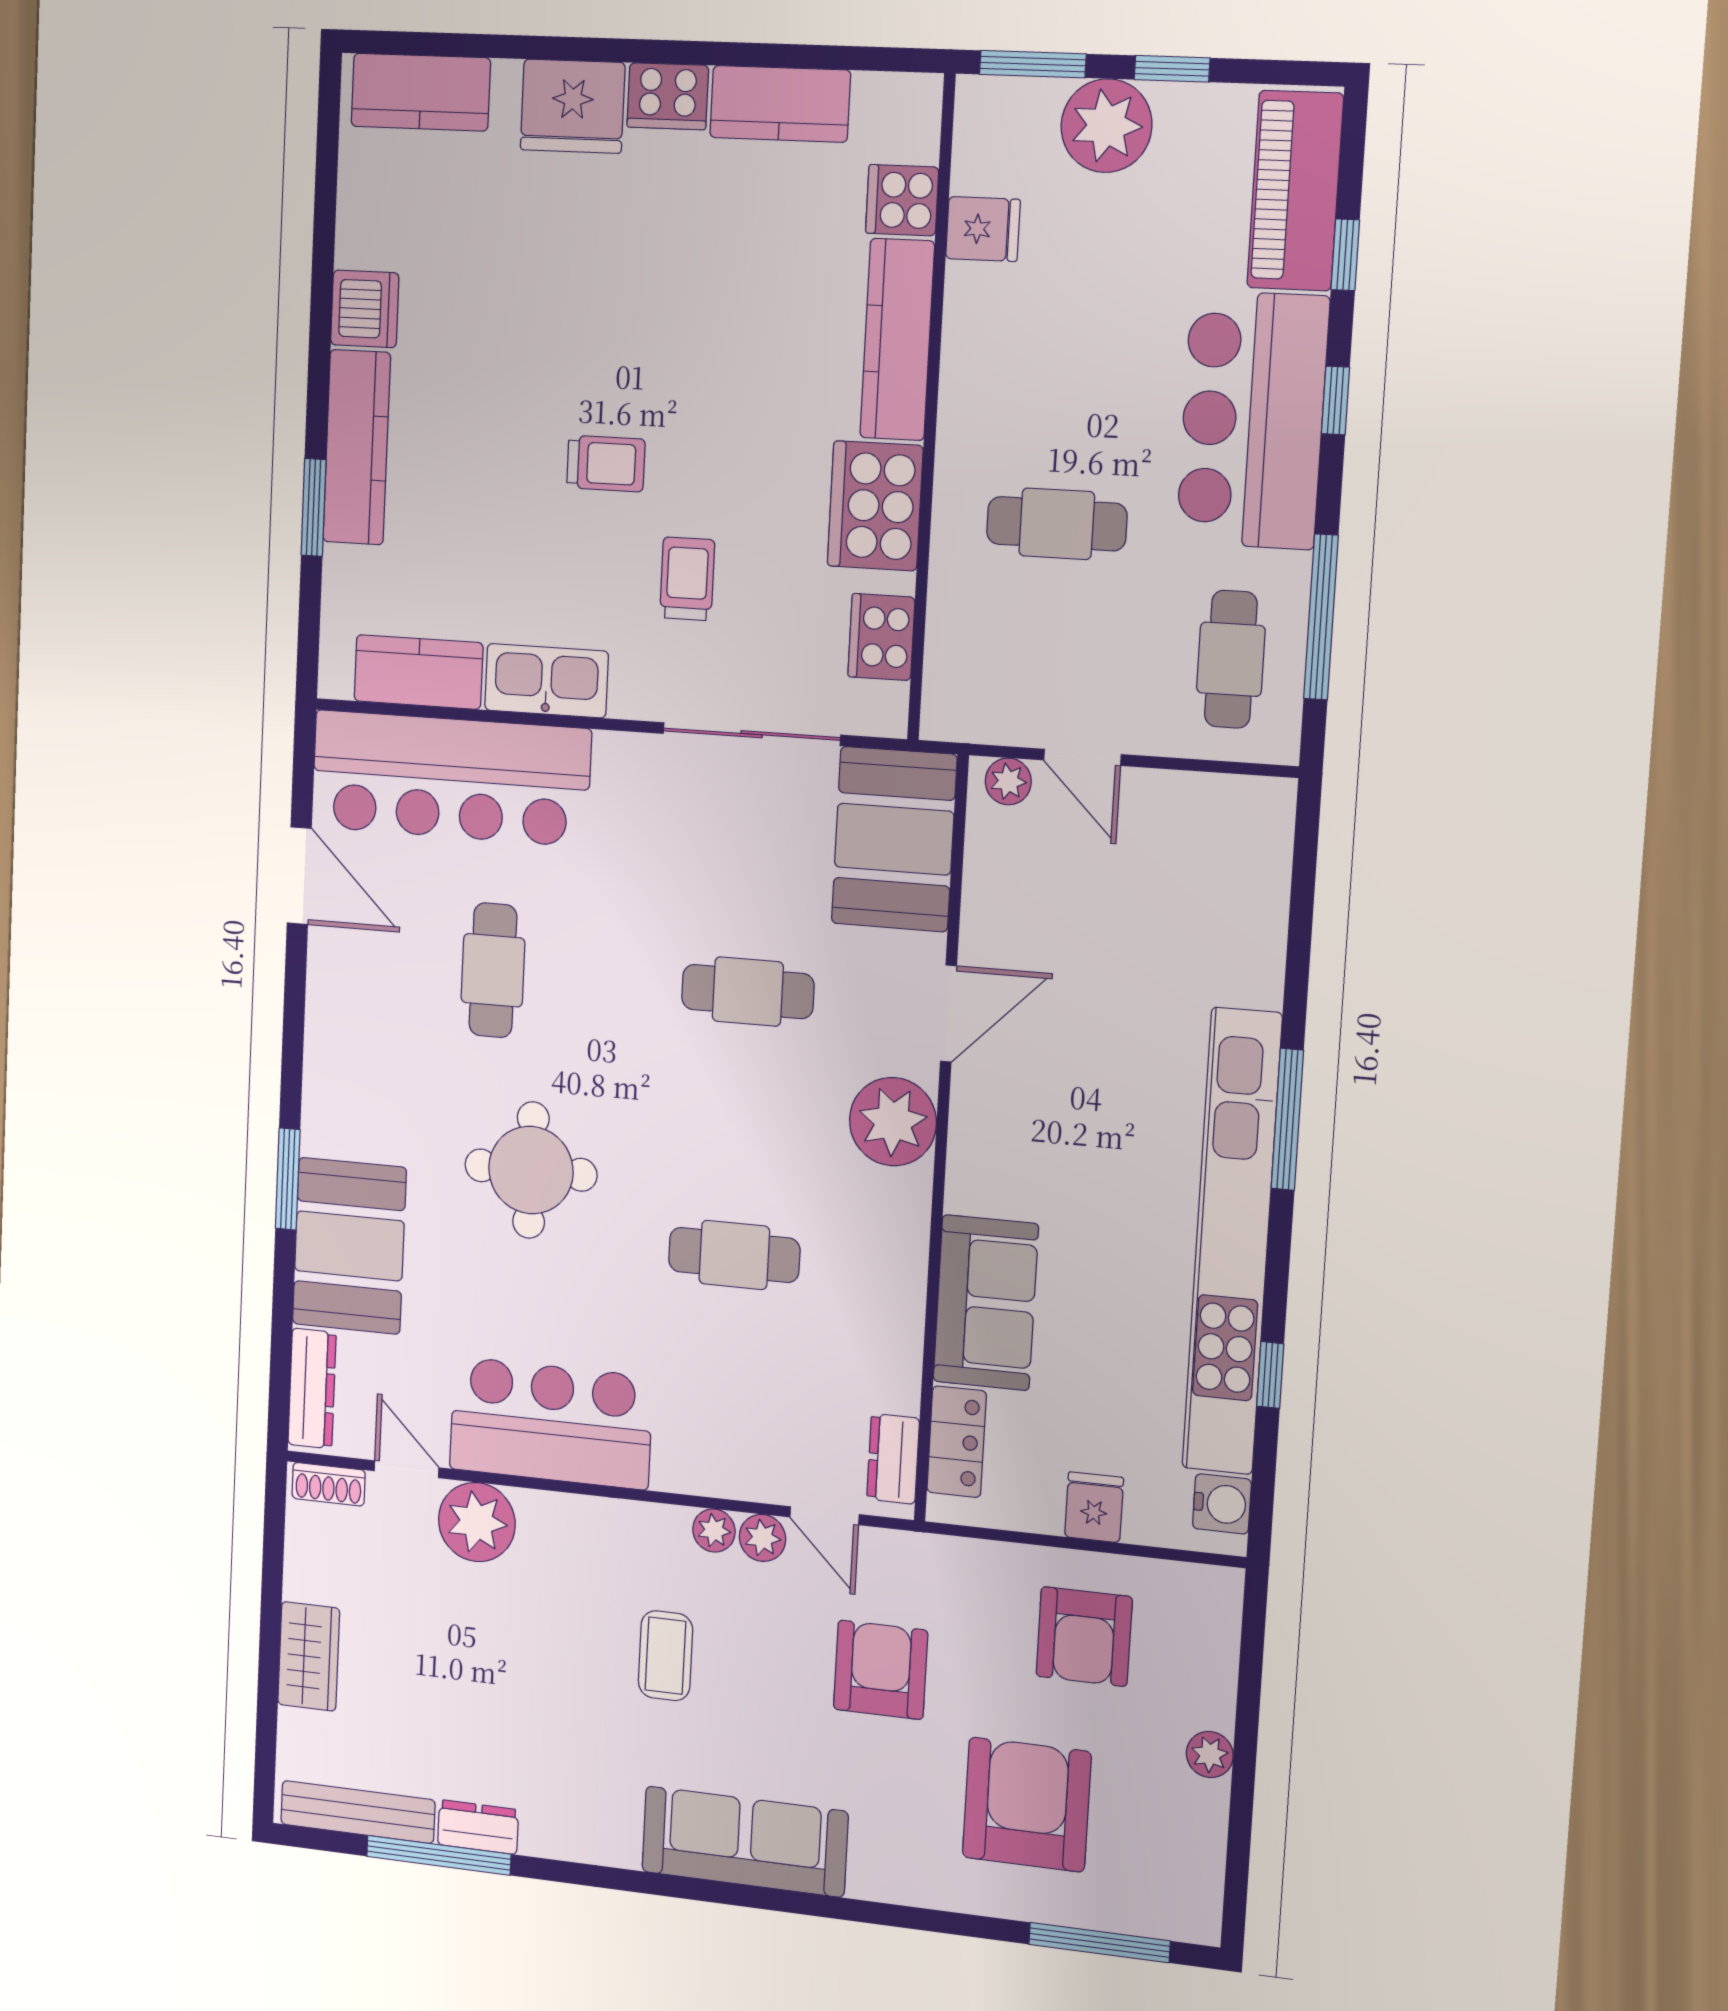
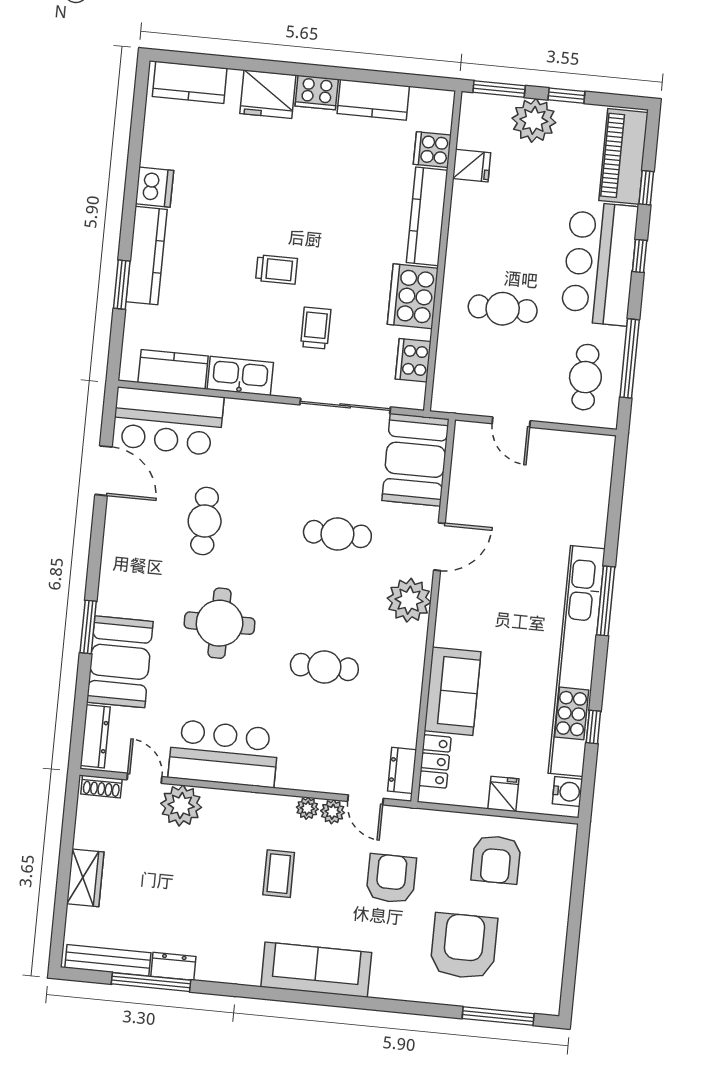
bar counter: (451, 778) -> (168, 421), width x0.73
plant: (1008, 781) -> (474, 433), removed
plant: (1210, 1754) -> (557, 918), removed

